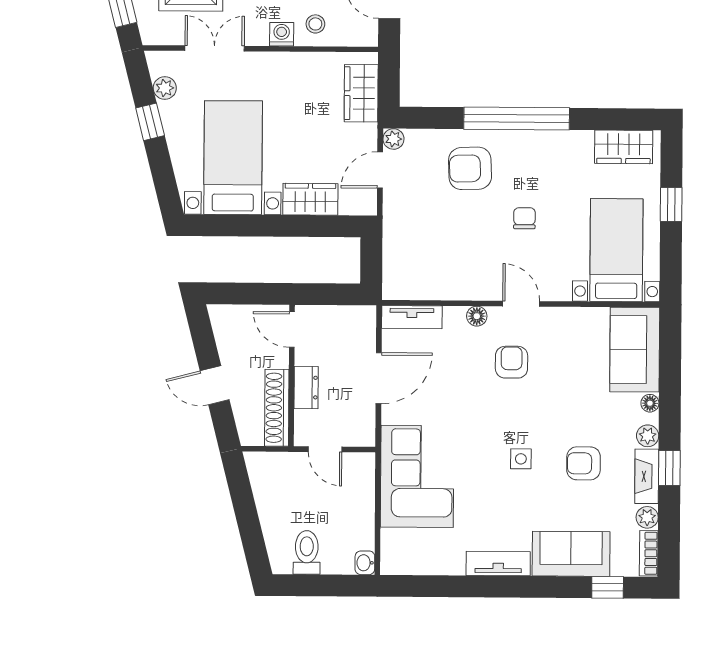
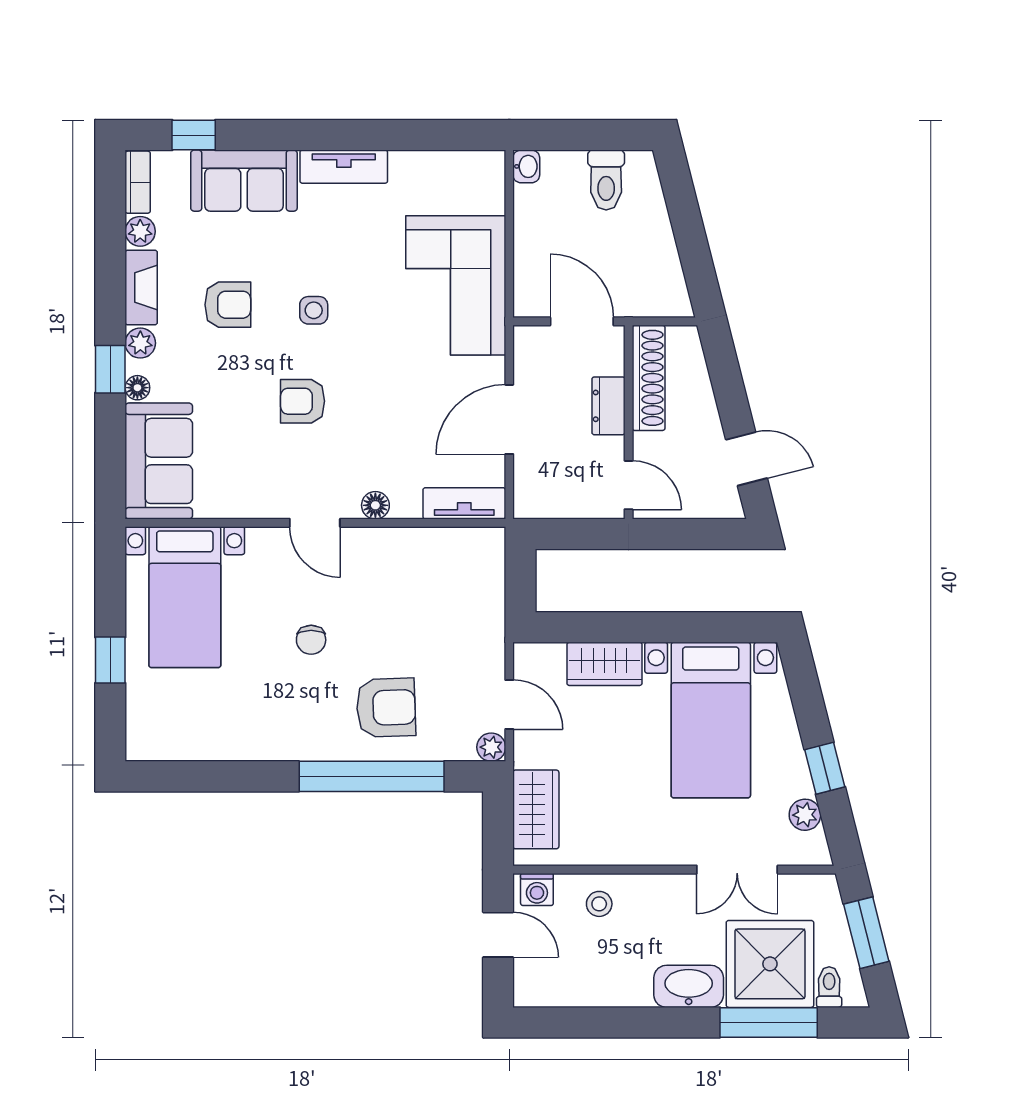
washing machine: (282, 34) -> (537, 890), moved
window: (517, 119) -> (372, 776), moved
wardrobe: (624, 147) -> (176, 739), removed
door: (380, 170) -> (509, 705), hinge flipped
armchair: (512, 362) -> (303, 401), moved, turned 90
door: (215, 385) -> (746, 459), moved
door: (325, 449) -> (582, 321), width x1.38
window: (669, 468) -> (110, 369), moved

